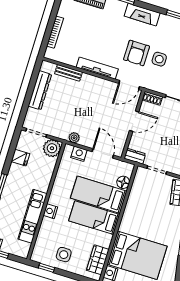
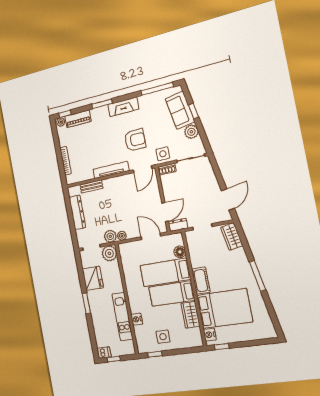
armchair: (137, 53) -> (135, 140), turned -90
side table: (159, 59) -> (163, 154), moved
door: (134, 121) -> (165, 212), moved
plant: (62, 132) -> (110, 236), added
nightstand: (79, 154) -> (132, 247), removed
fridge: (20, 158) -> (93, 278), width x1.88, depth x1.34
nightstand: (50, 211) -> (137, 319), moved
cot: (129, 219) -> (201, 281), added
wardrobe: (98, 260) -> (190, 315), moved

